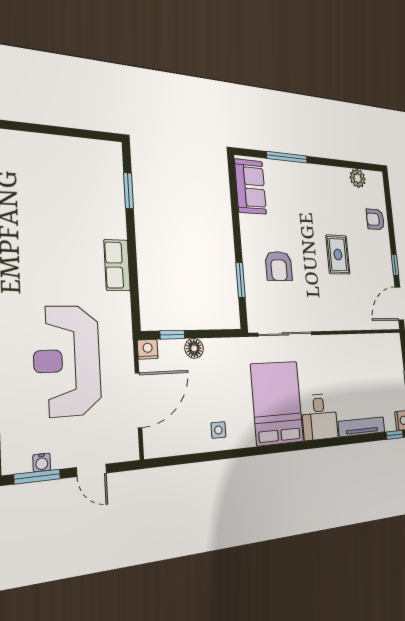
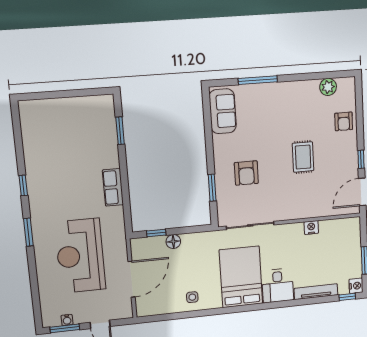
armchair: (375, 219) -> (344, 121), turned -90
nightstand: (148, 349) -> (311, 227), moved

